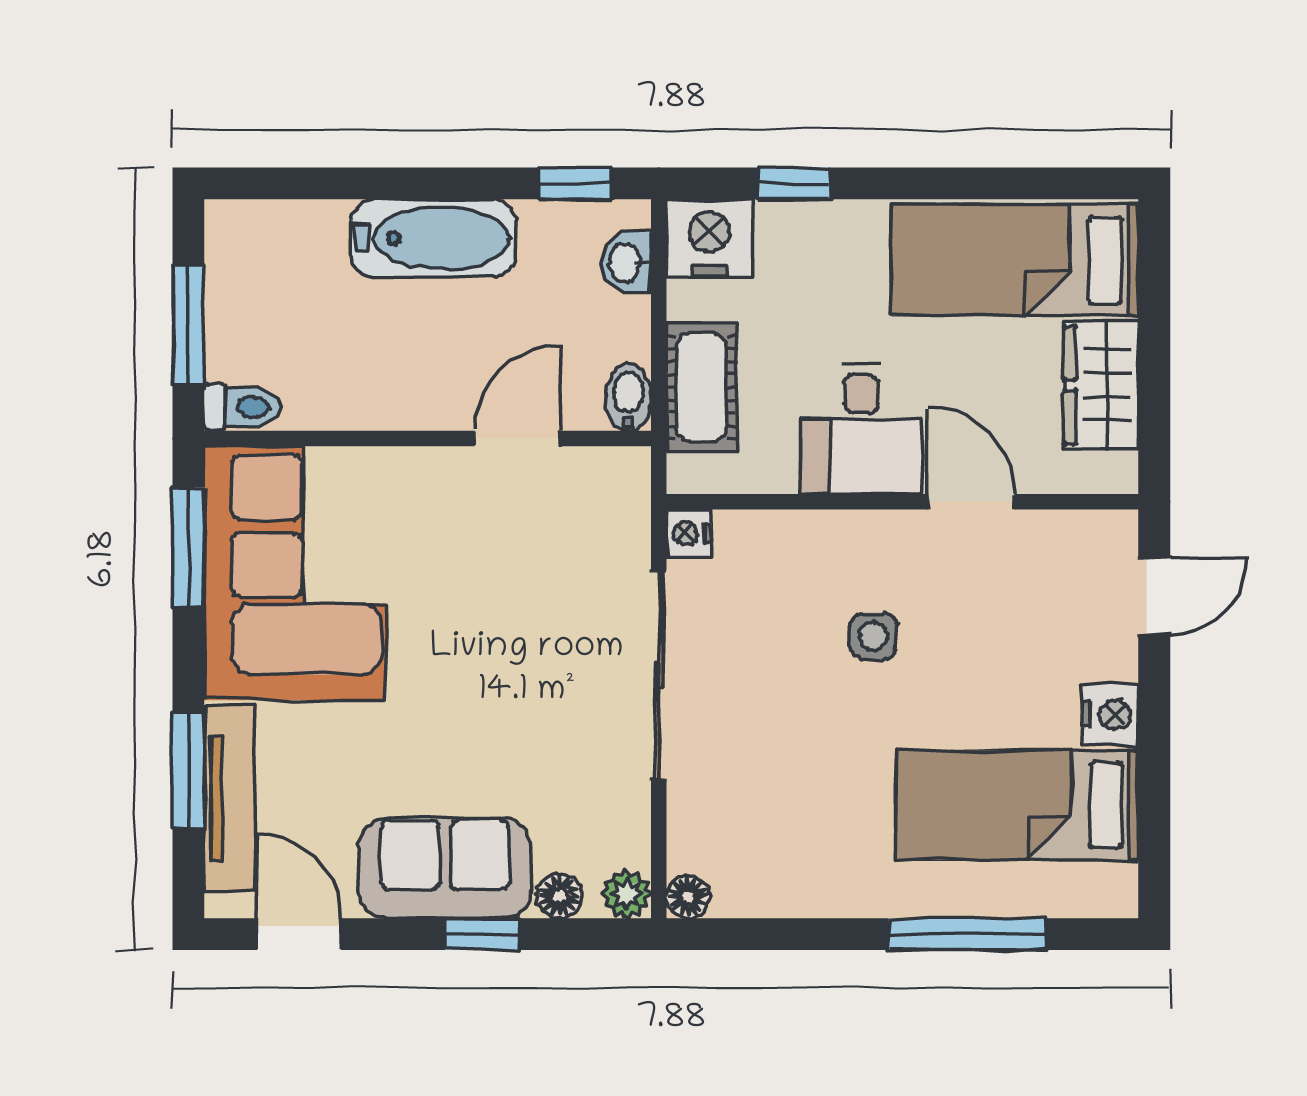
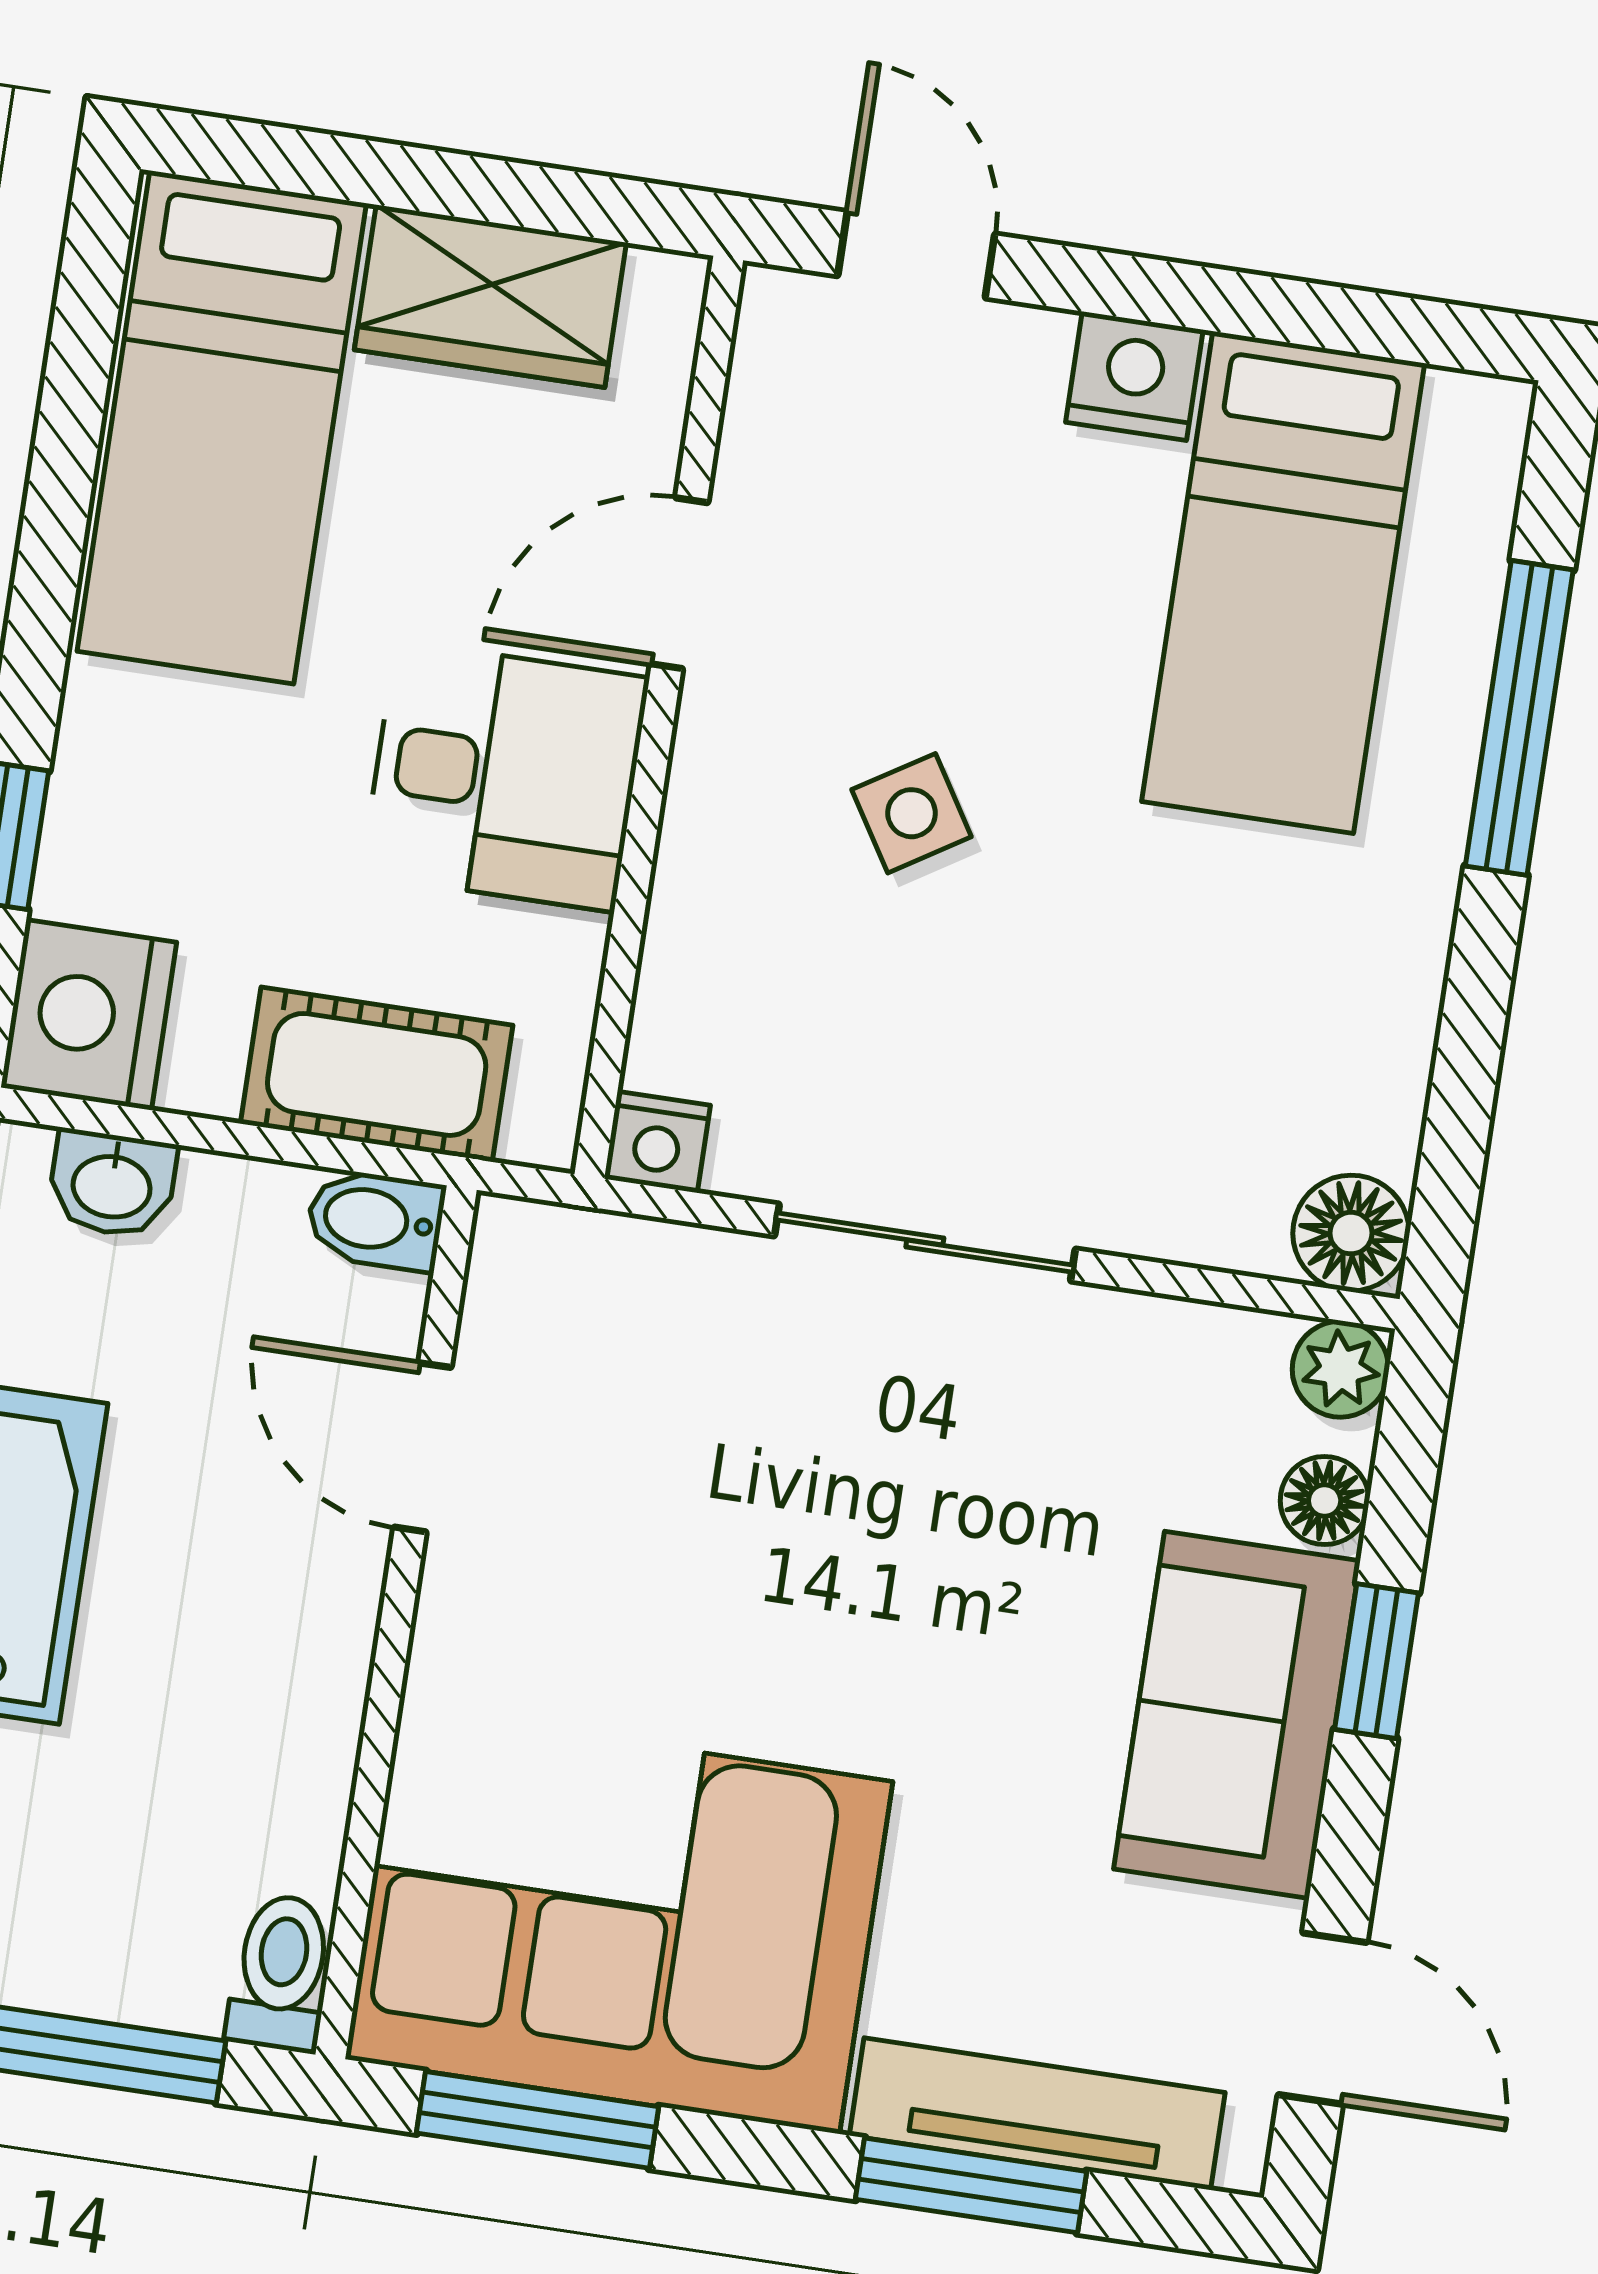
side table: (873, 636) -> (912, 813), turned -32
sliding door: (659, 675) -> (925, 1242), width x0.73
floor lamp: (688, 897) -> (1351, 1233), width x1.37, depth x1.37
door: (299, 934) -> (1322, 2018), swing flipped

